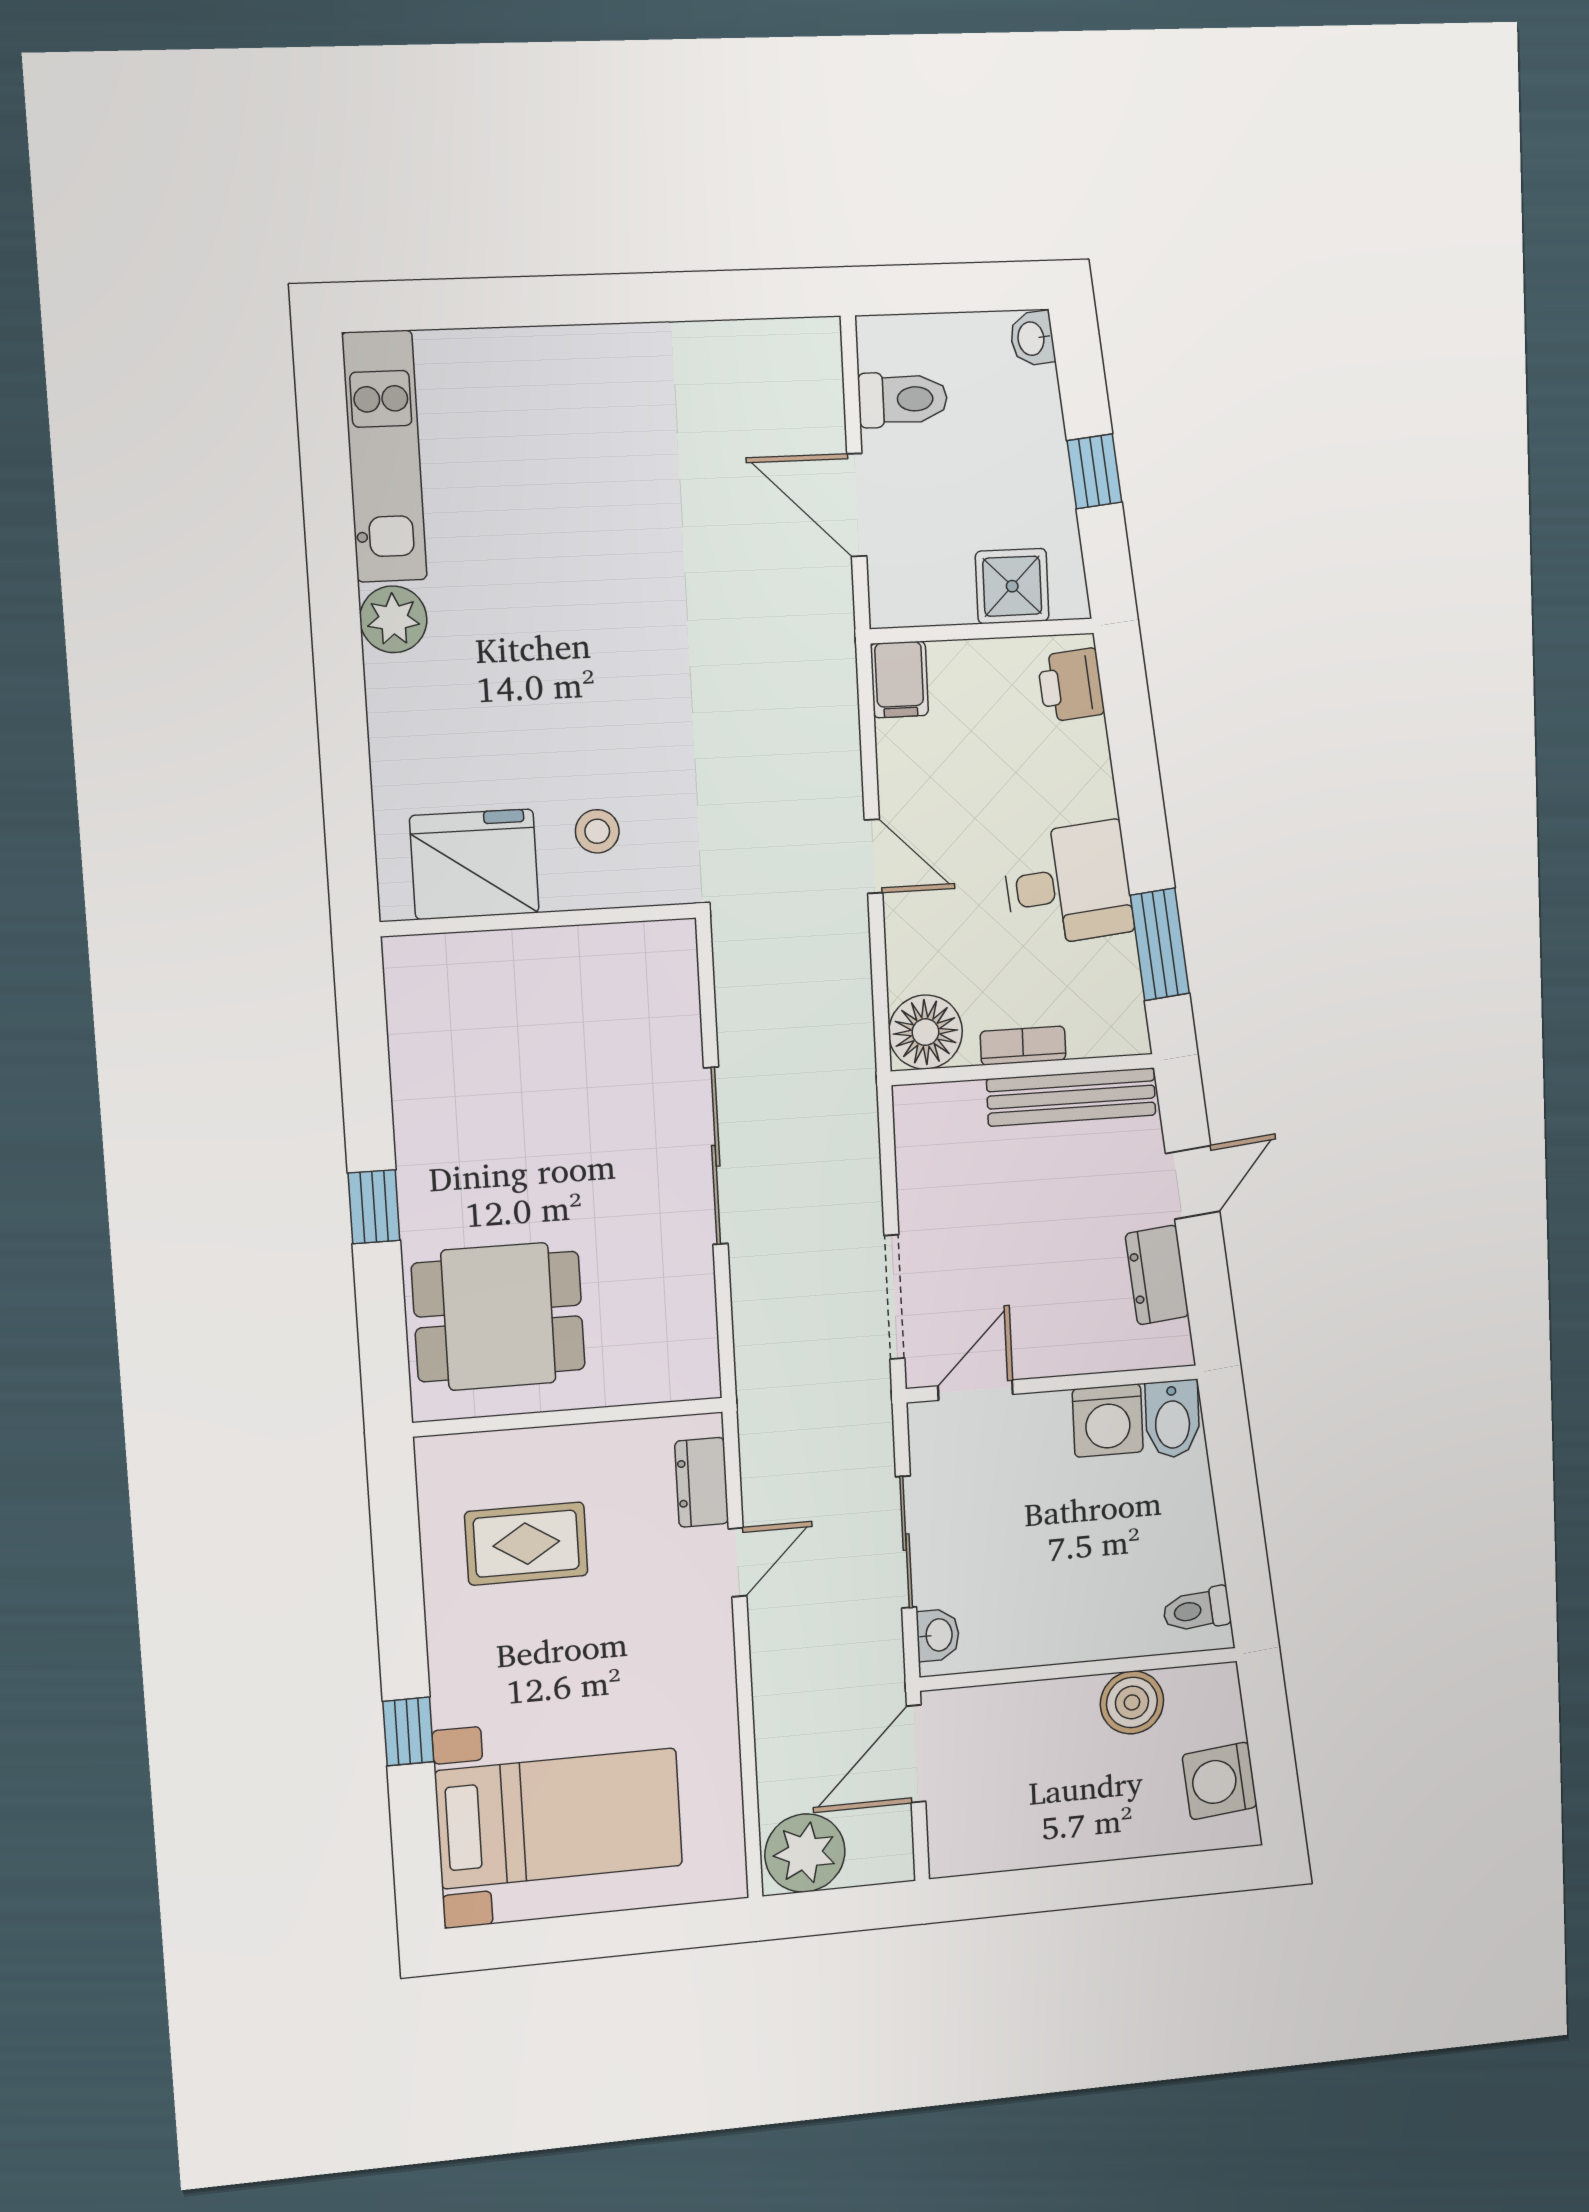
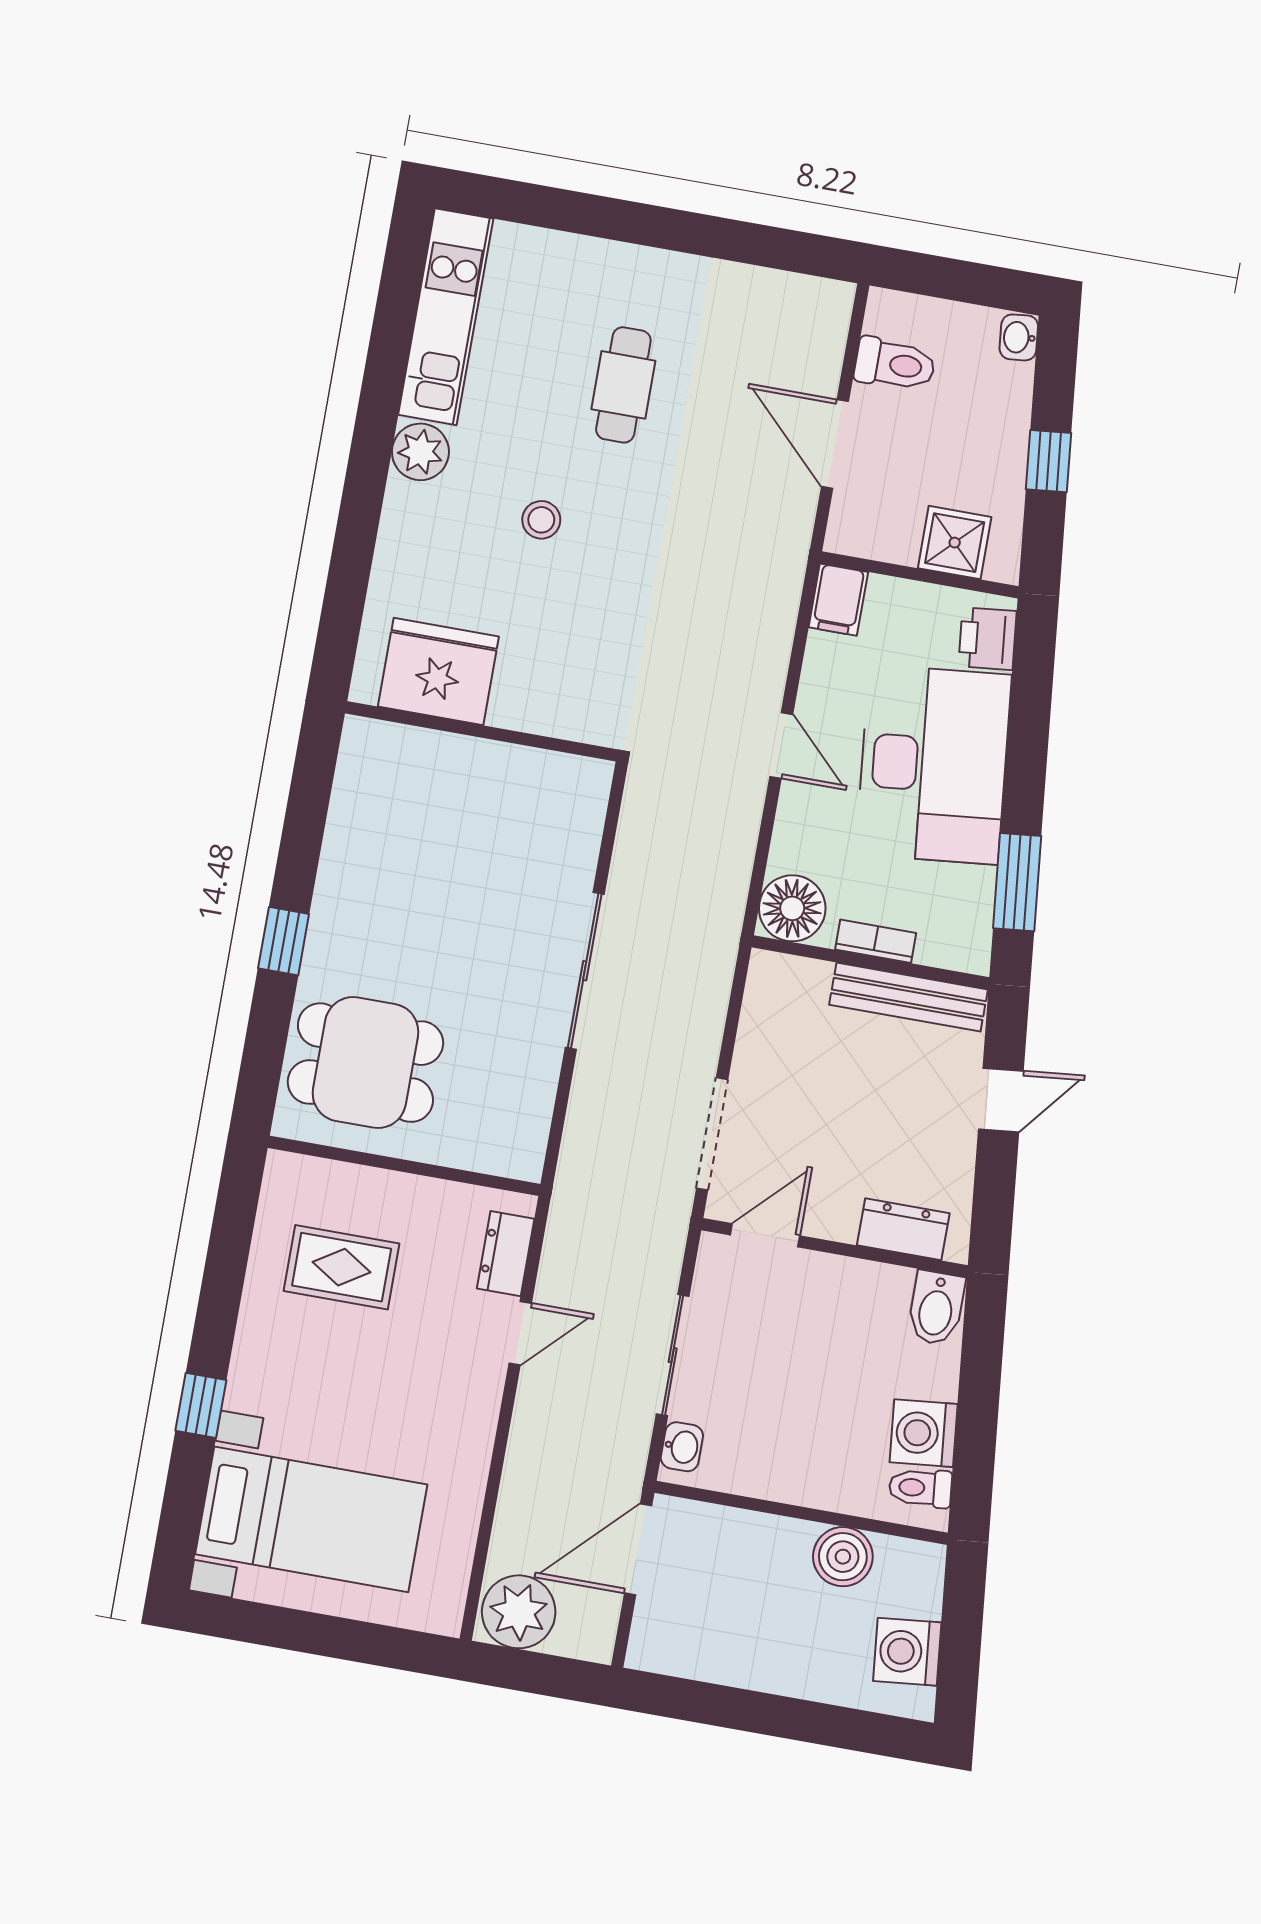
cafe table: (605, 491) -> (623, 385), added
stool: (597, 831) -> (541, 520), moved
desk: (1068, 884) -> (934, 765), width x1.87, depth x1.30
dresser: (1157, 1275) -> (903, 1229), moved, turned 96
washing machine: (1108, 1421) -> (924, 1433), moved, turned 84

